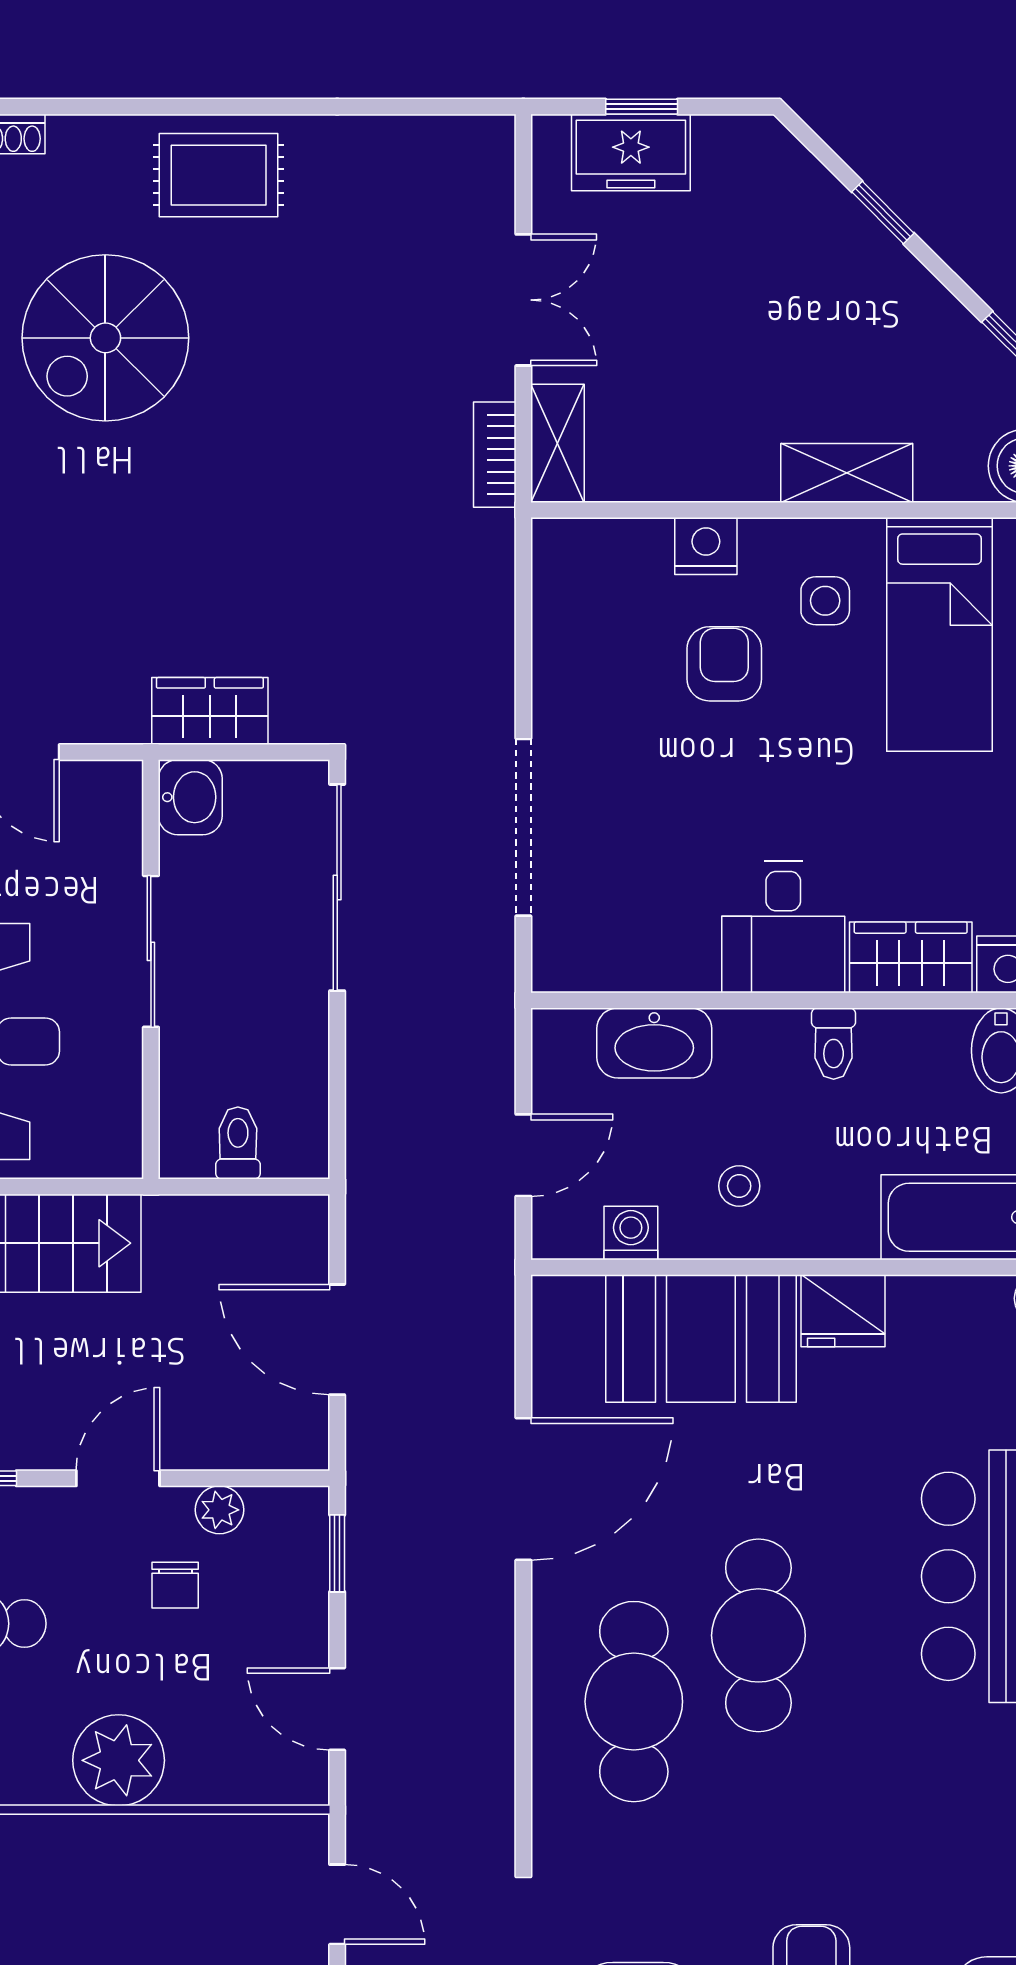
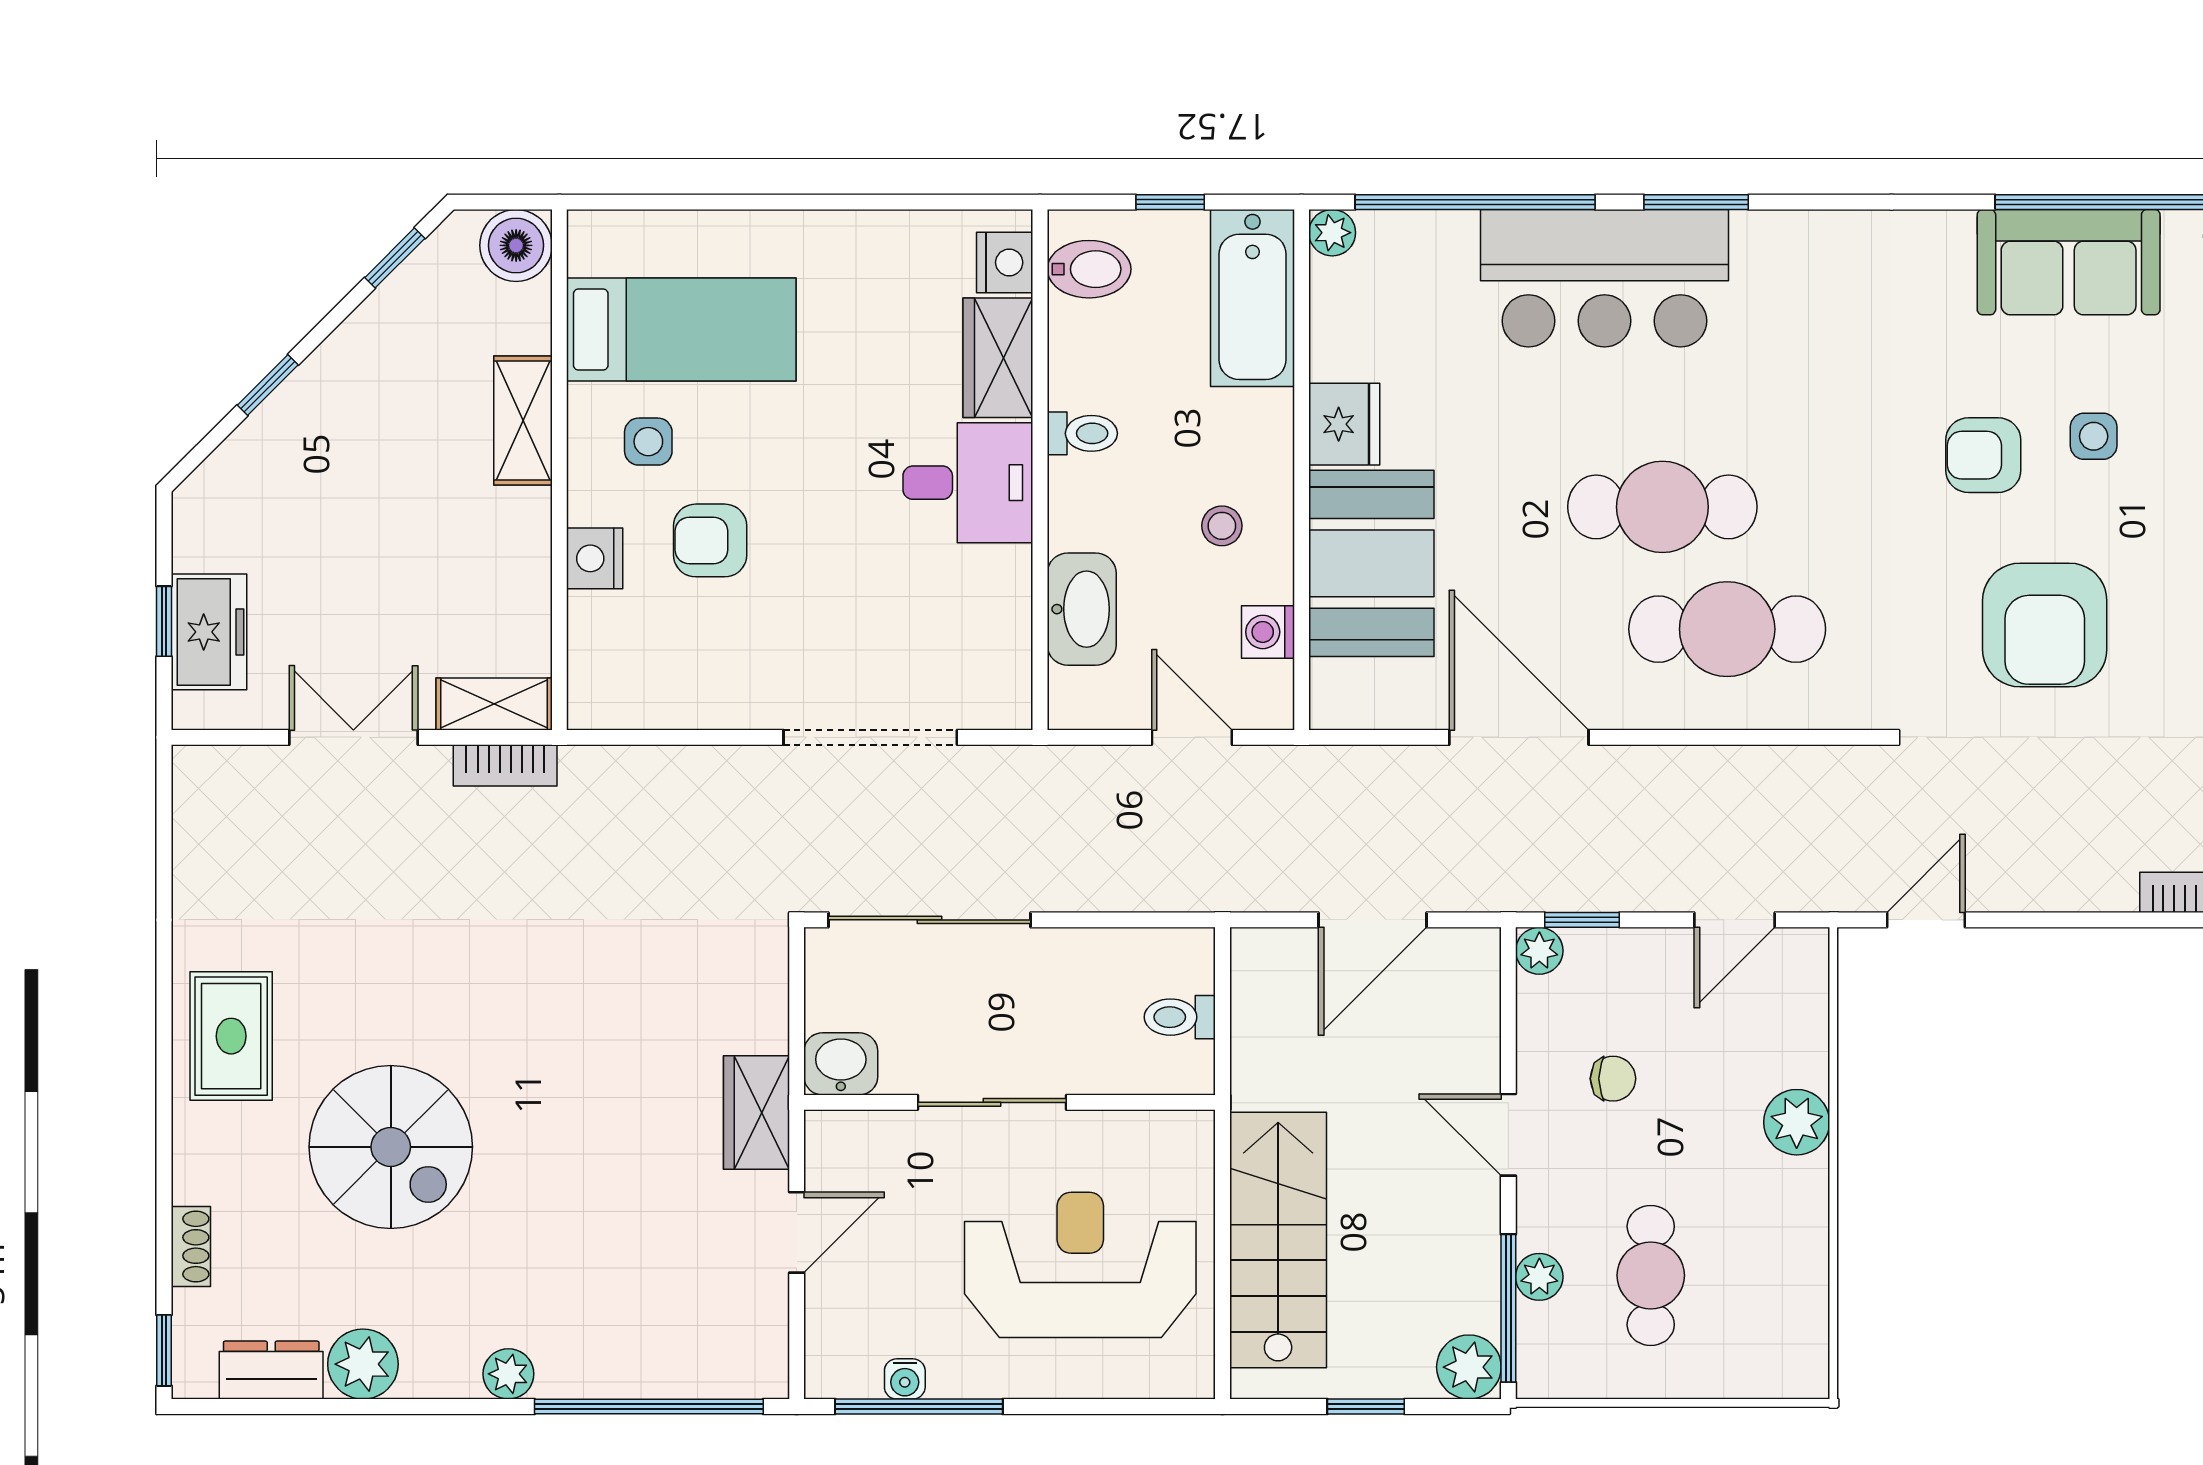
wardrobe: (210, 711) -> (756, 1112), moved
plant: (220, 1510) -> (1539, 951), moved
plant: (119, 1760) -> (1797, 1122), width x0.73, depth x0.73

